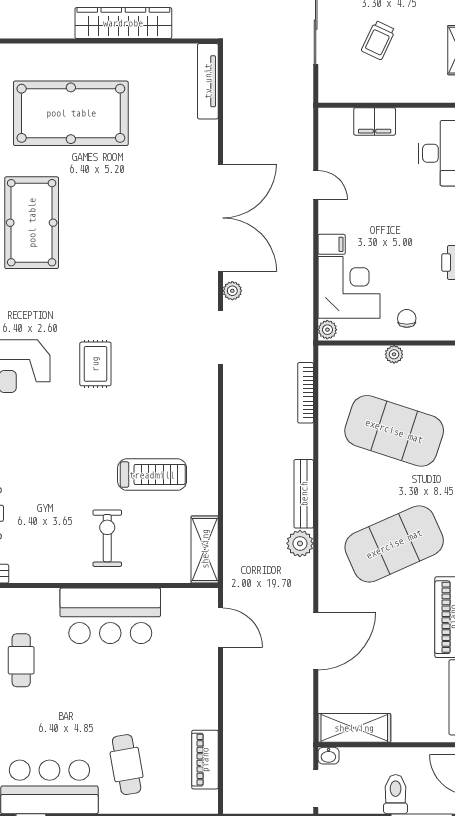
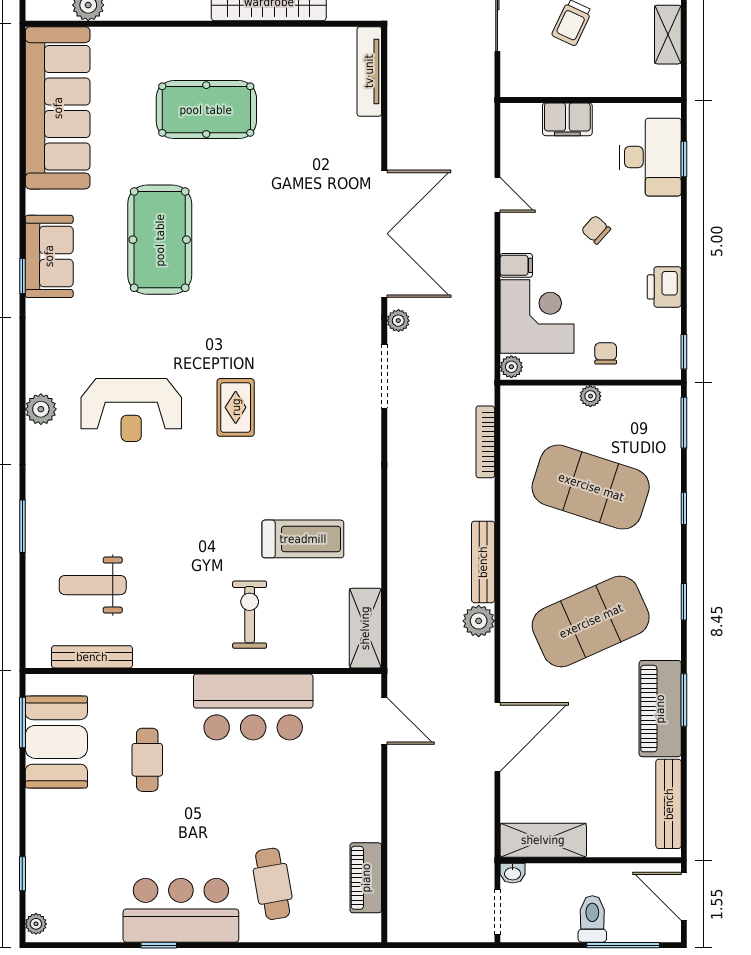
pool table: (71, 113) -> (206, 110), width x0.73, depth x0.76
chair: (399, 214) -> (596, 230), added

